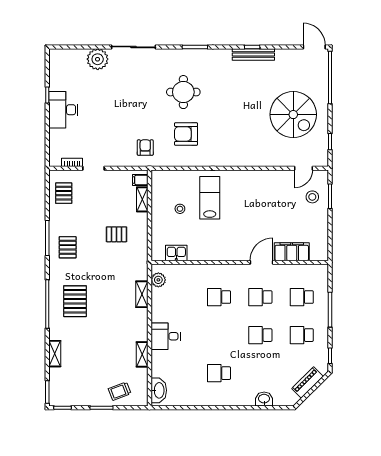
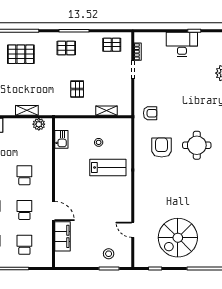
door: (303, 168) -> (133, 230), moved
filing cabinet: (140, 180) -> (123, 109), removed

